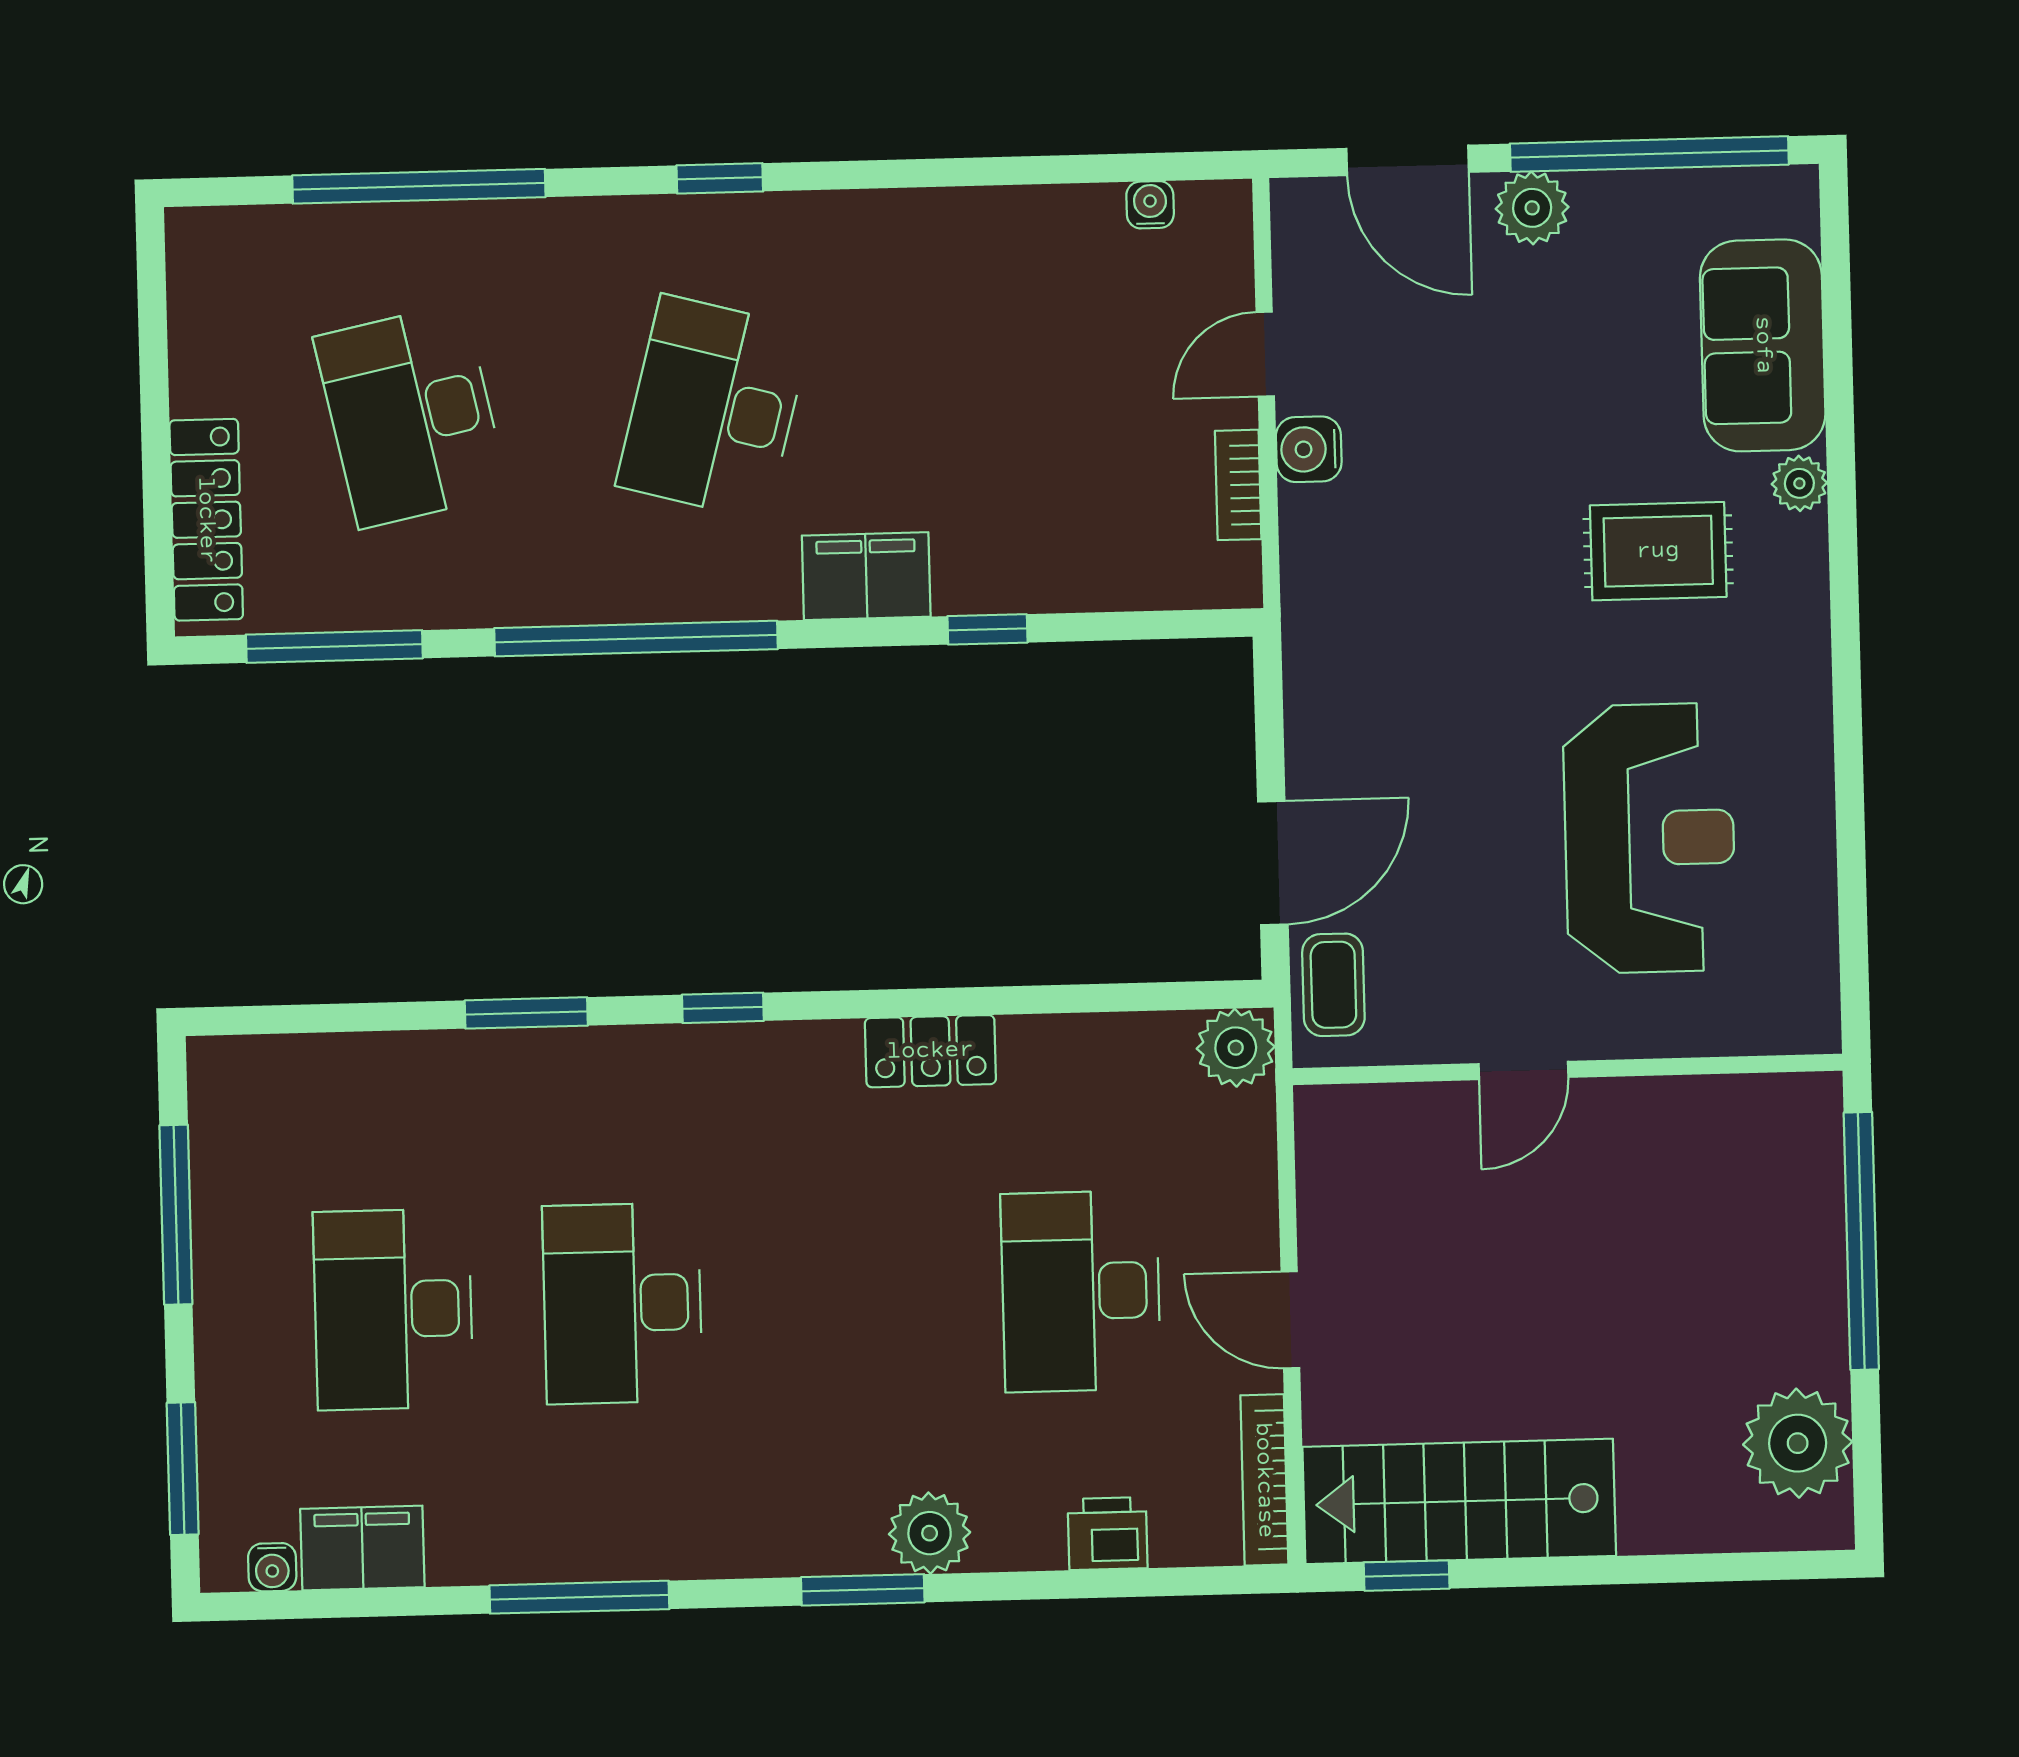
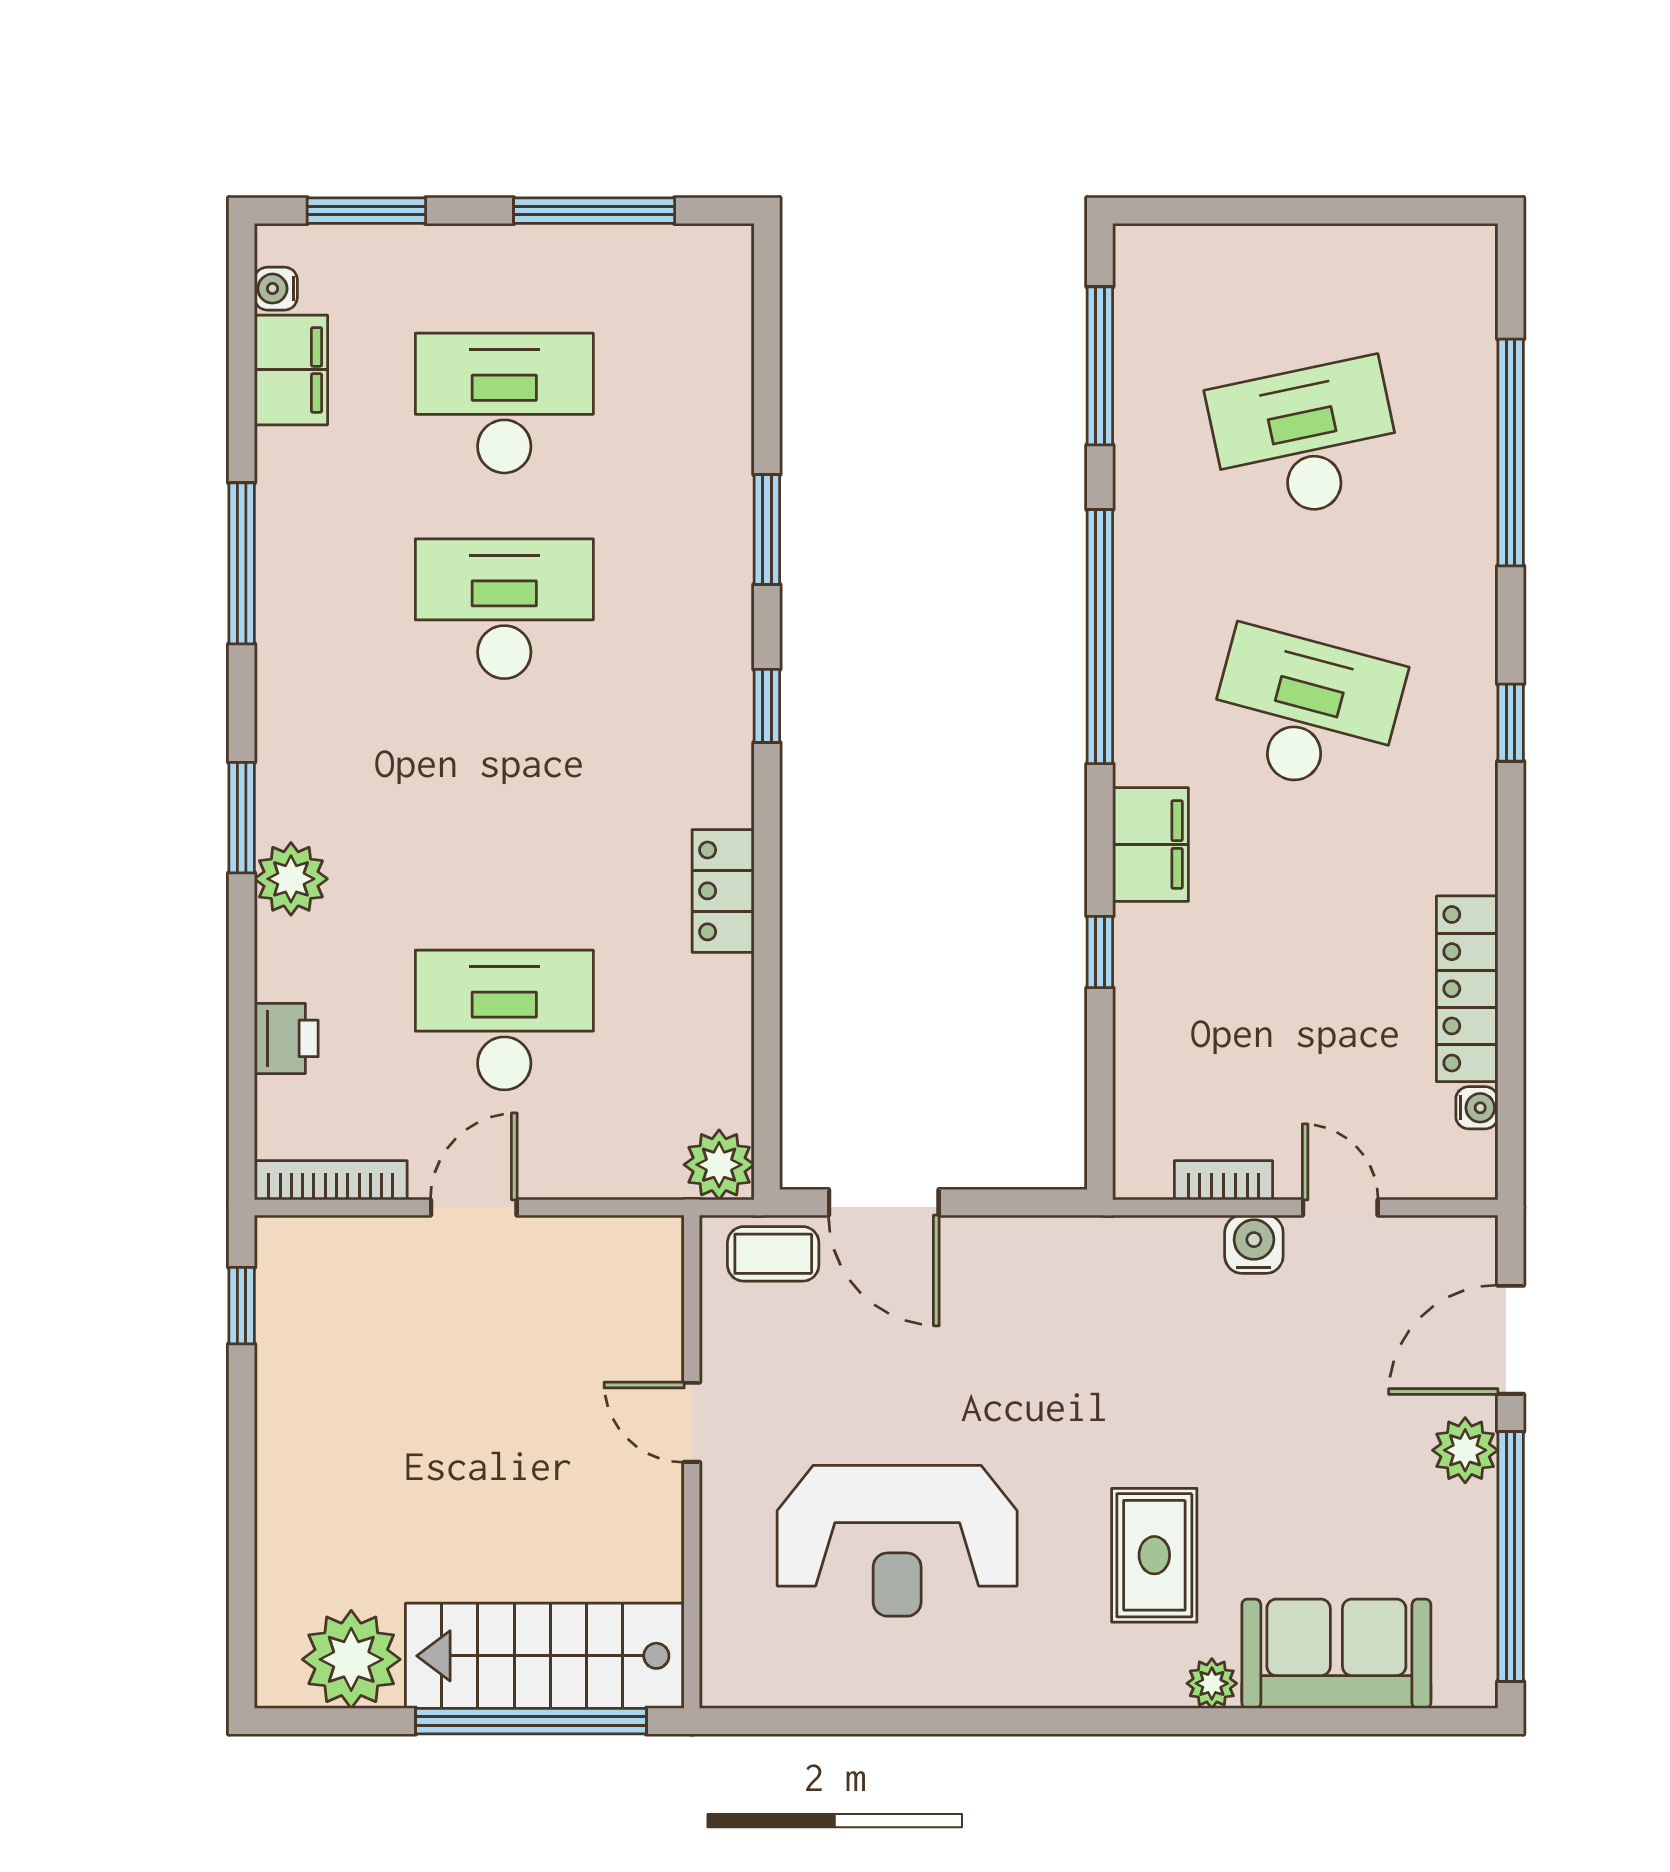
locker: (206, 520) -> (1467, 989), moved, turned 90
stairs: (1459, 1501) -> (545, 1656), moved, turned -90

